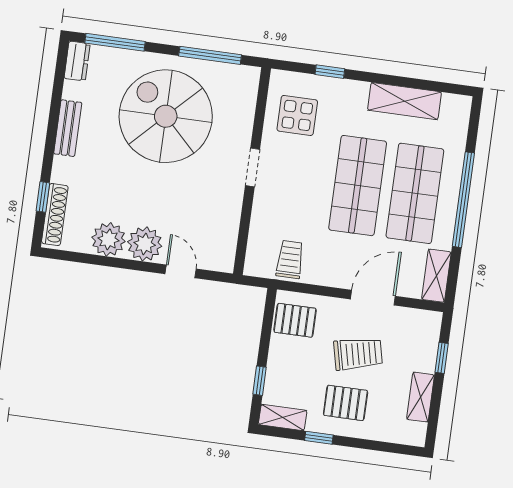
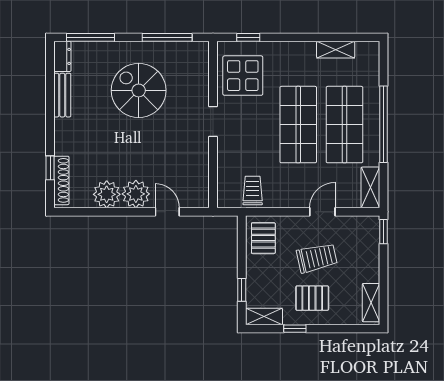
window: (330, 72) -> (248, 37), moved
shelving: (404, 101) -> (336, 50), width x0.67, depth x0.75
display table: (297, 115) -> (243, 76), width x1.36, depth x1.36
spiral stairs: (166, 116) -> (139, 90), width x0.73, depth x0.73
bench: (68, 128) -> (62, 95), moved
door: (373, 298) -> (322, 212), width x0.73
pallet: (295, 320) -> (263, 238), turned 90
window: (442, 358) -> (383, 232), moved
shelving: (420, 397) -> (371, 303), moved

